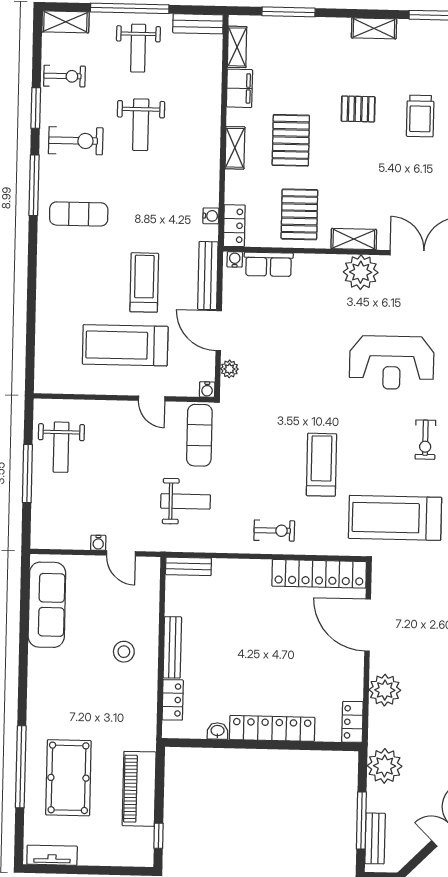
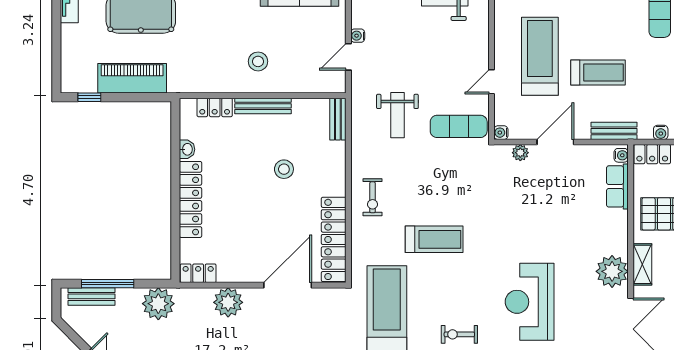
bench: (208, 276) -> (614, 131), width x0.73
stool: (242, 626) -> (284, 169), added

